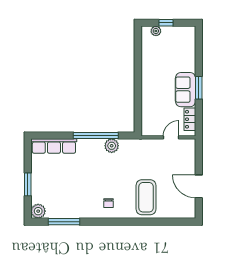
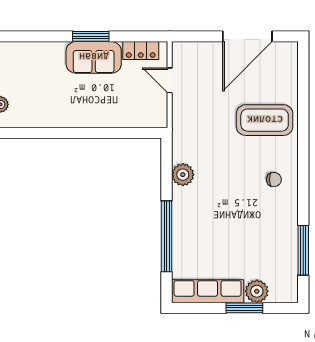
window: (96, 135) -> (167, 236), moved
row of seats: (54, 146) -> (208, 291), moved, turned -90
door: (199, 186) -> (247, 36), width x1.36
plant: (38, 211) -> (257, 291), moved

